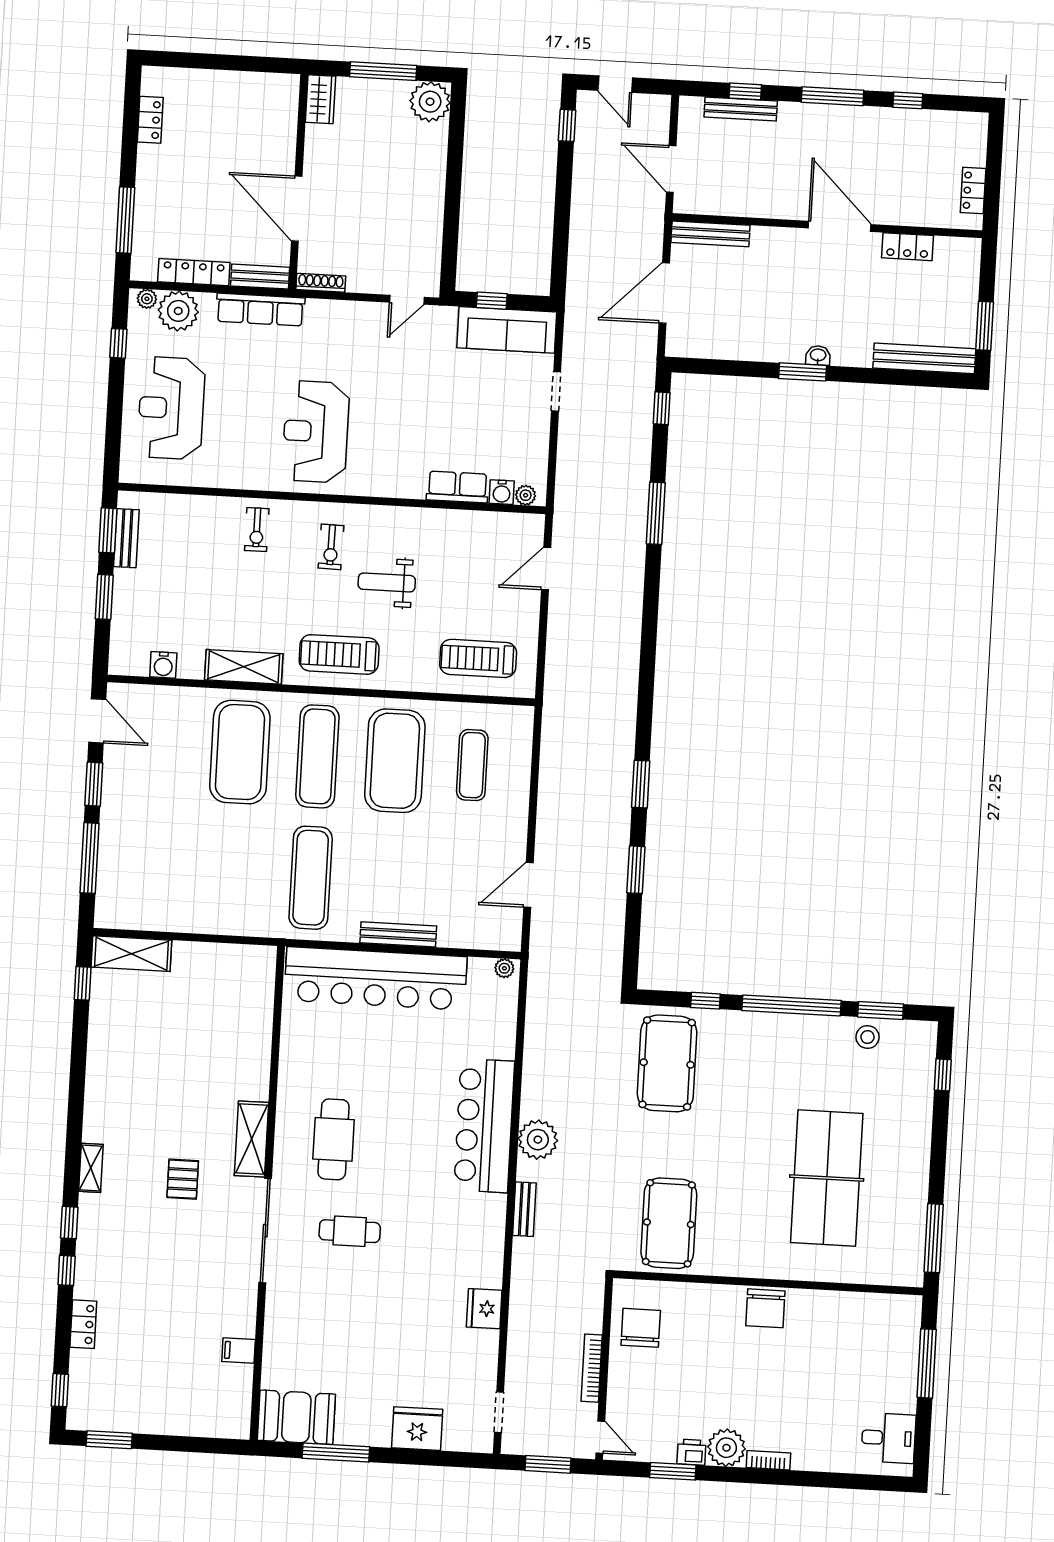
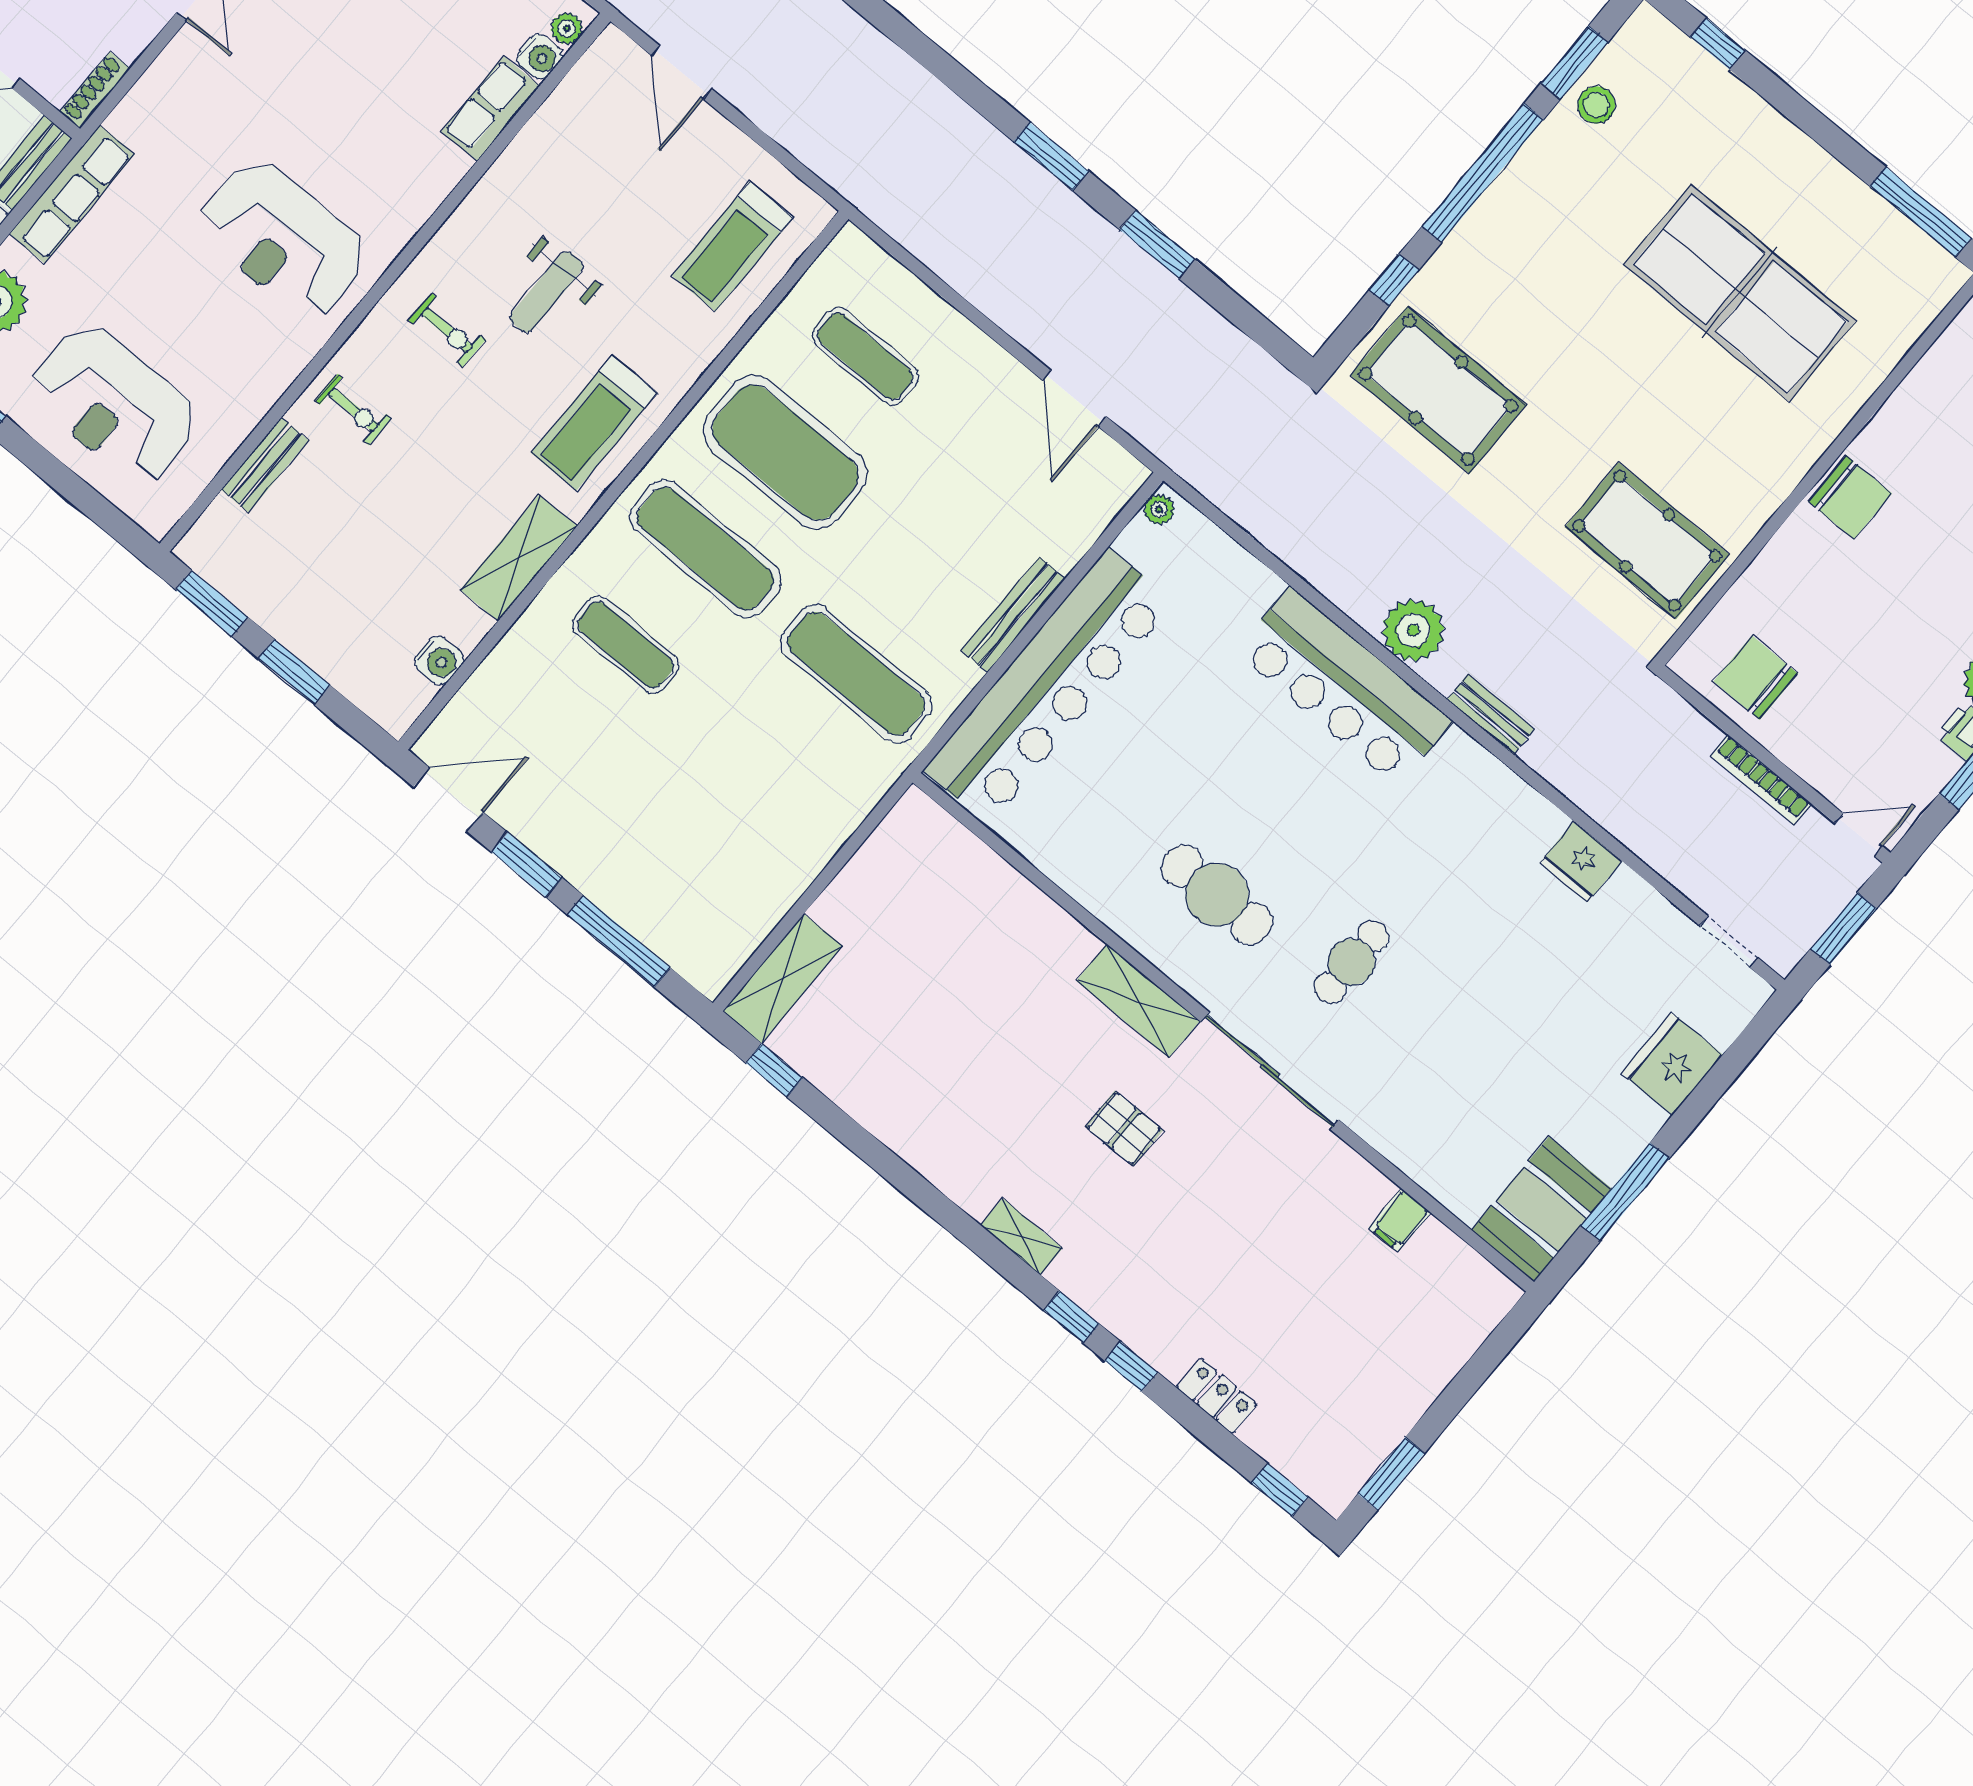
bench: (126, 538) -> (265, 465), moved, turned 90
exercise mat: (240, 752) -> (626, 645), width x0.50, depth x0.69

